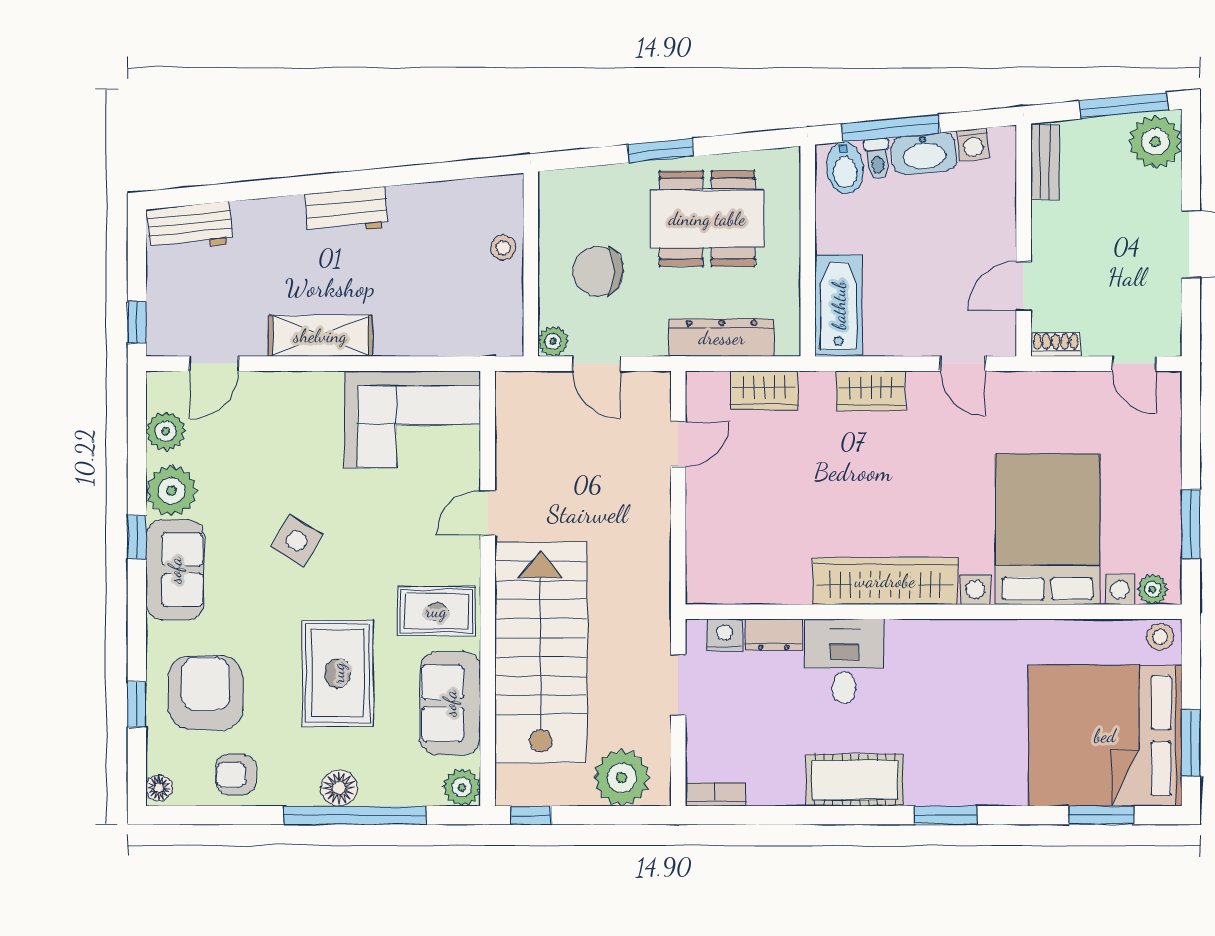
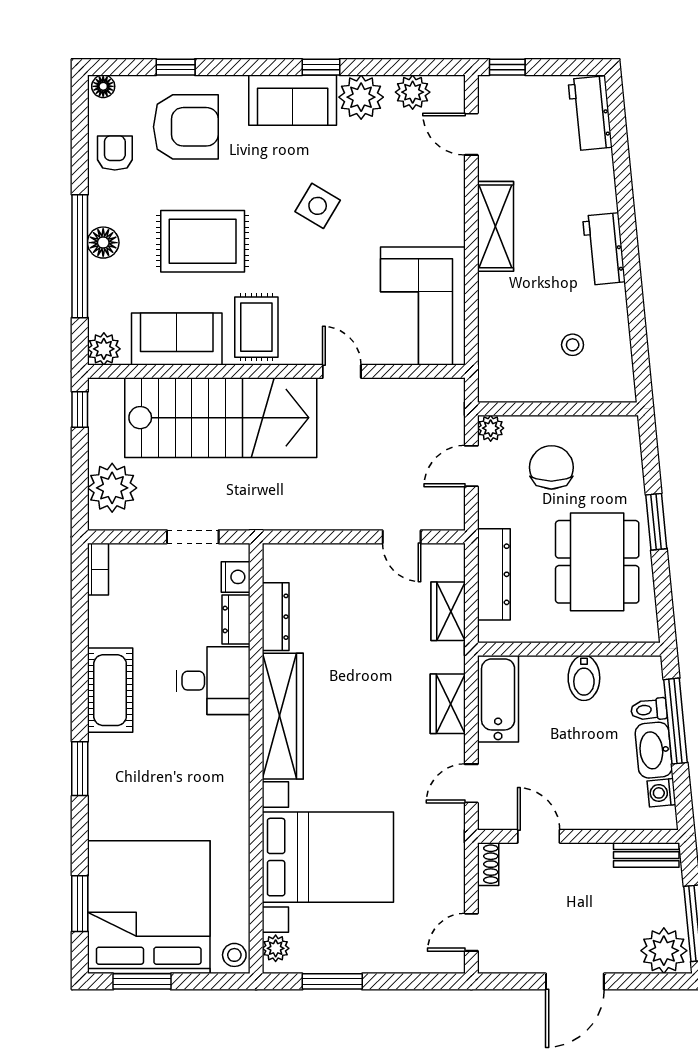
bidet: (845, 168) -> (584, 678), moved, turned -84
stool: (503, 248) -> (573, 345), moved
bathtub: (839, 305) -> (498, 699), moved, turned -90
dresser: (770, 589) -> (276, 617), added

